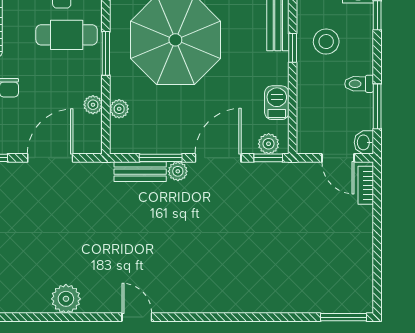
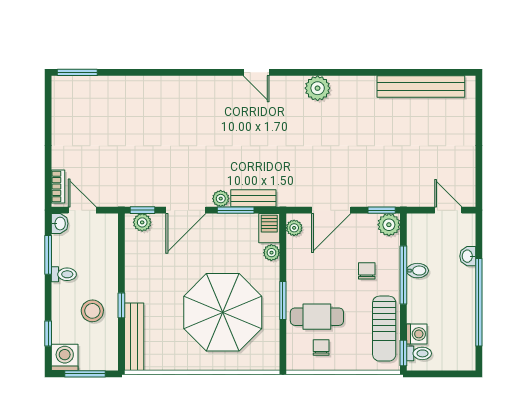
barbecue: (277, 103) -> (269, 228), moved, turned 180
plant: (93, 105) -> (294, 228), moved

